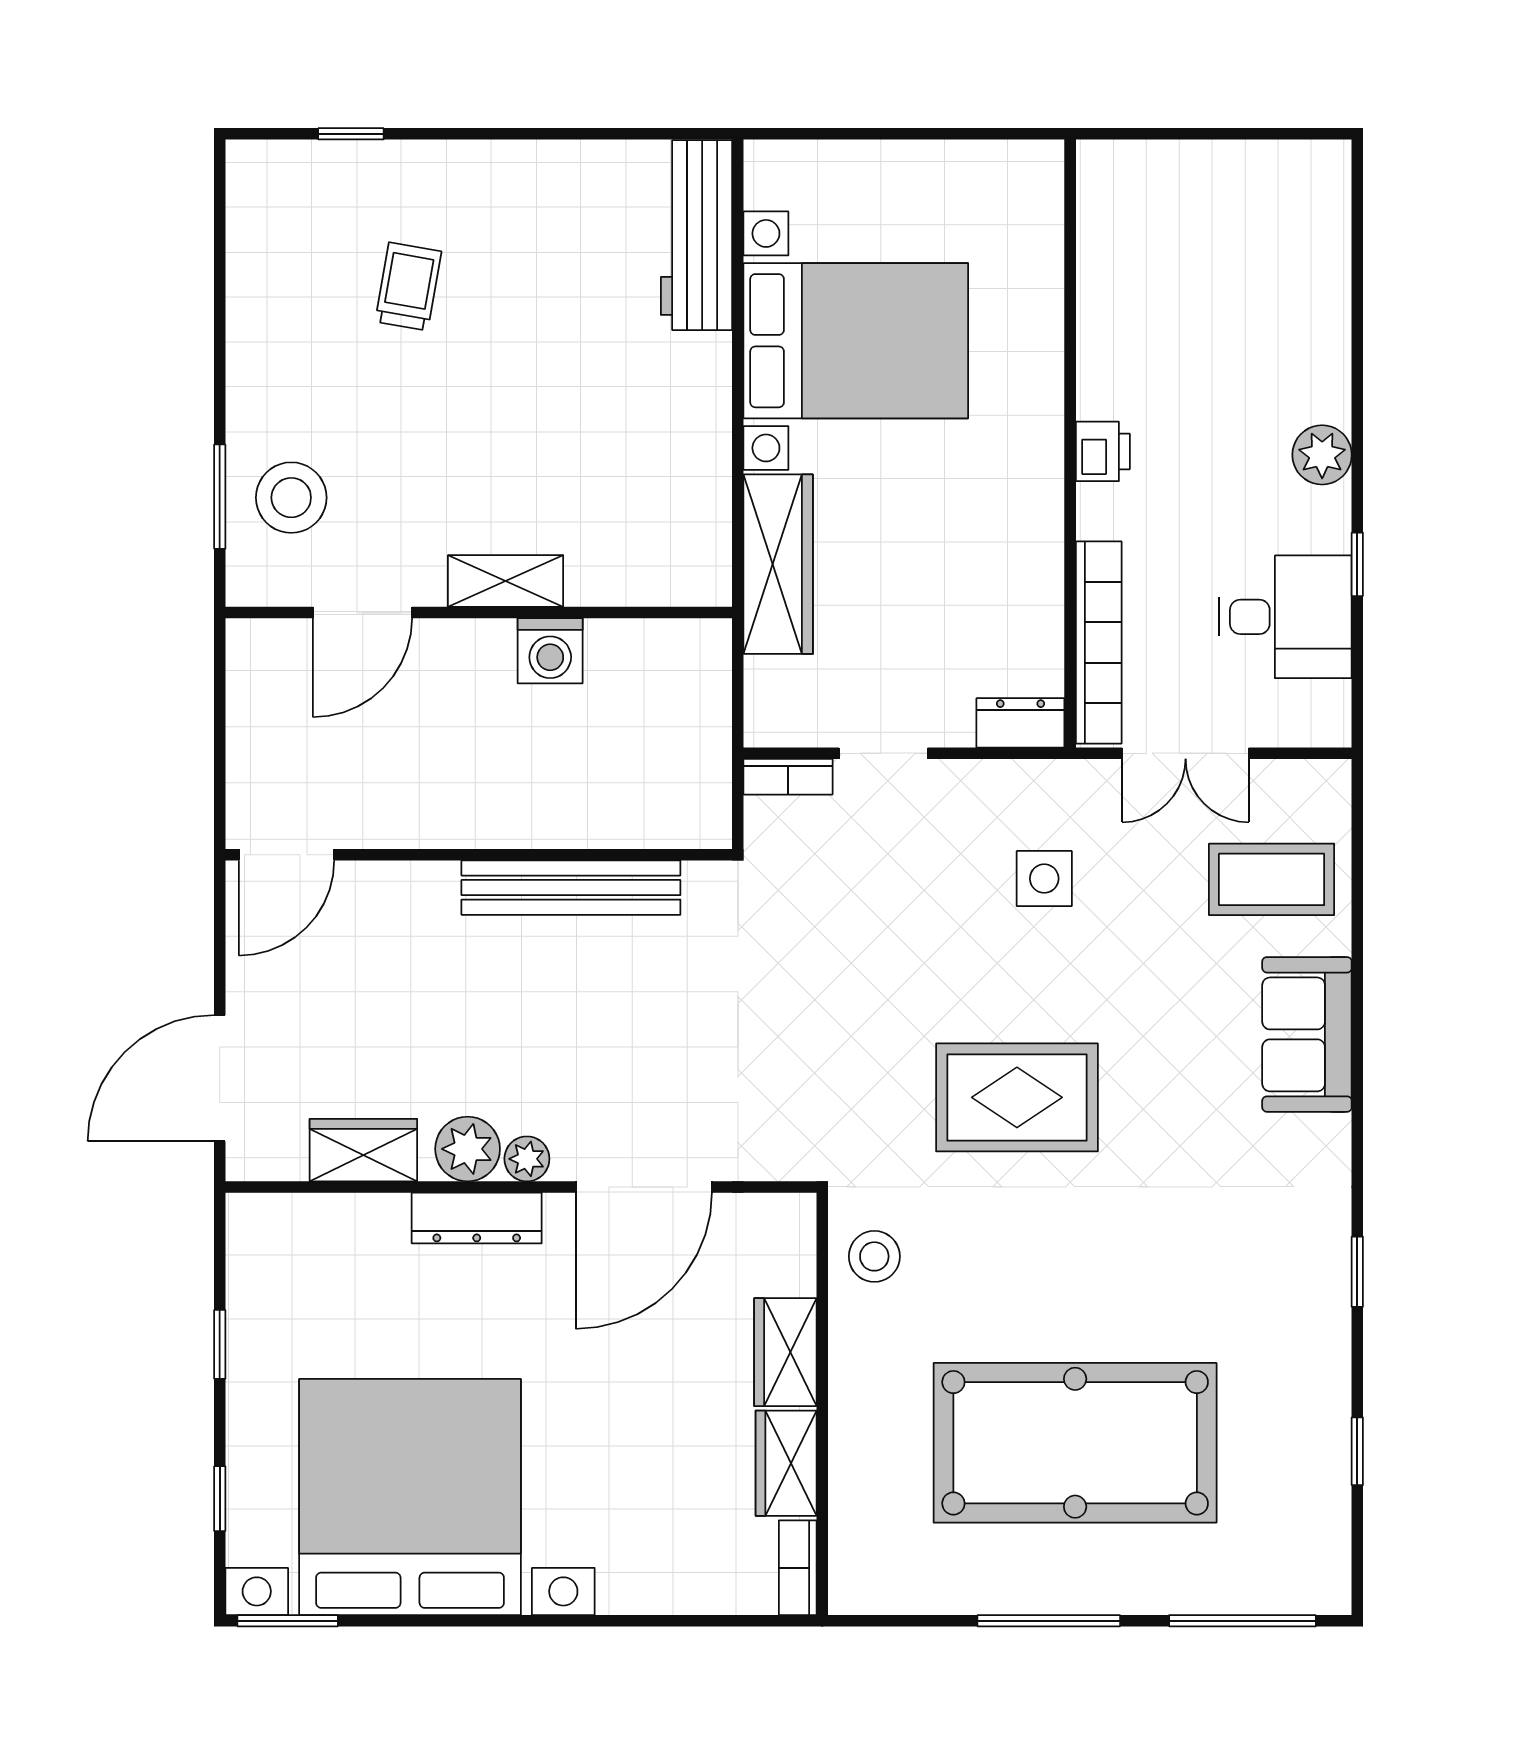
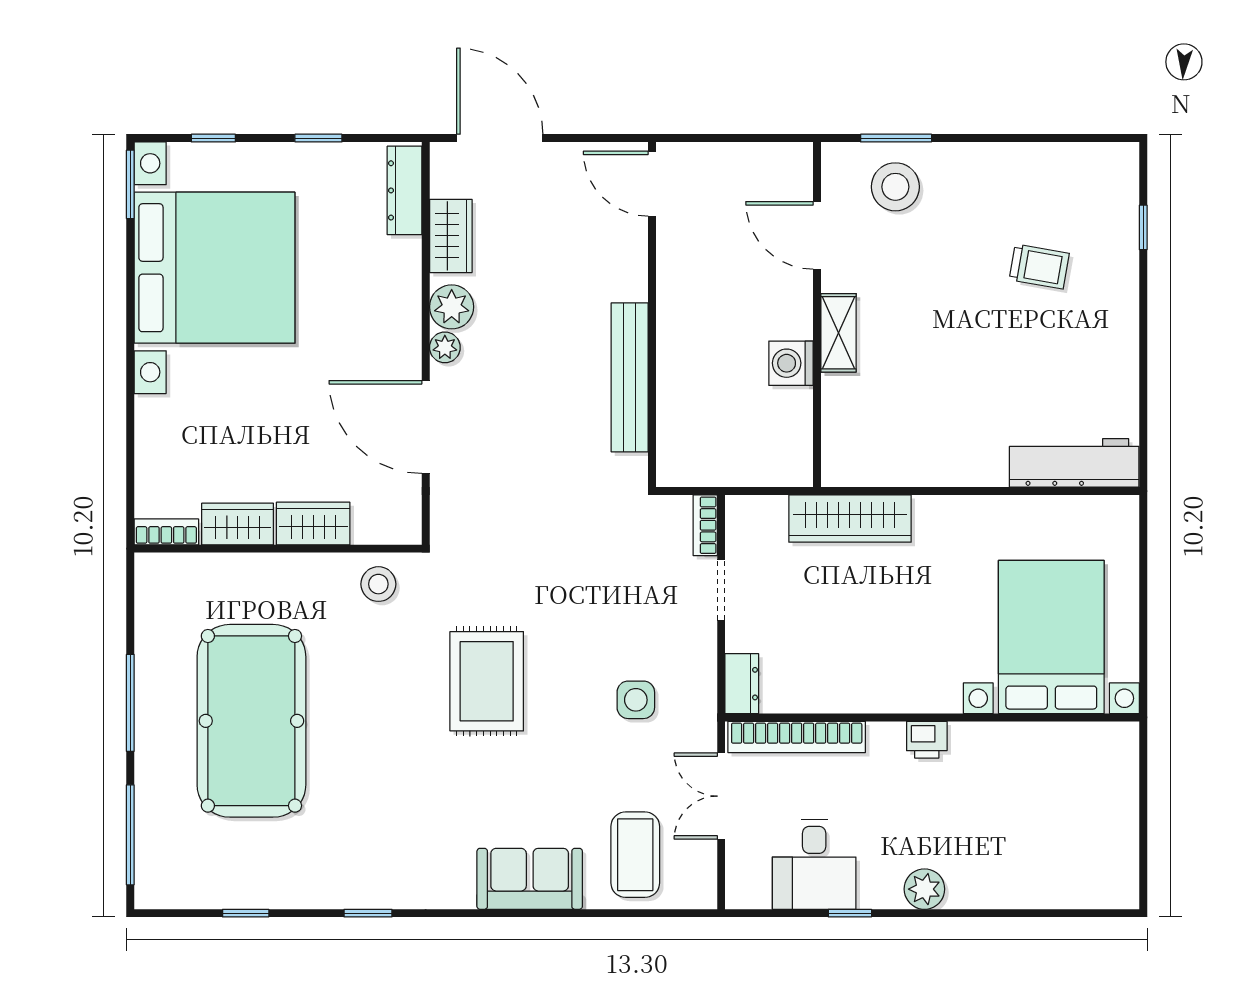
bed with nightstands: (856, 341) -> (1051, 637), moved, turned 180
dresser: (477, 1218) -> (405, 190), moved

